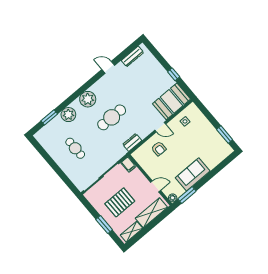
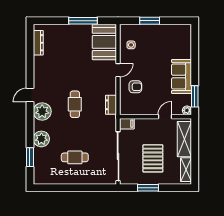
door: (108, 67) -> (30, 95), moved
window: (174, 74) -> (83, 21), width x2.17
cafe table: (112, 117) -> (75, 104), width x0.73, depth x0.74
window: (225, 134) -> (150, 21), moved
window: (104, 225) -> (148, 188), moved

